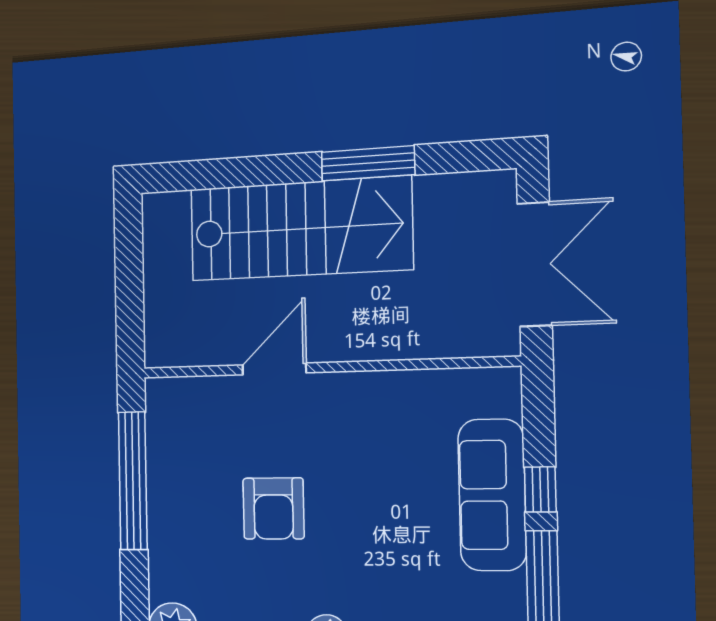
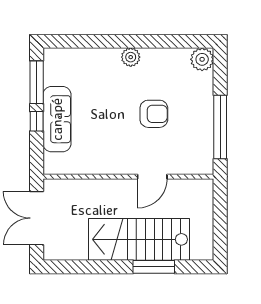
window: (368, 163) -> (154, 267), moved
armchair: (273, 508) -> (154, 114), turned 90

